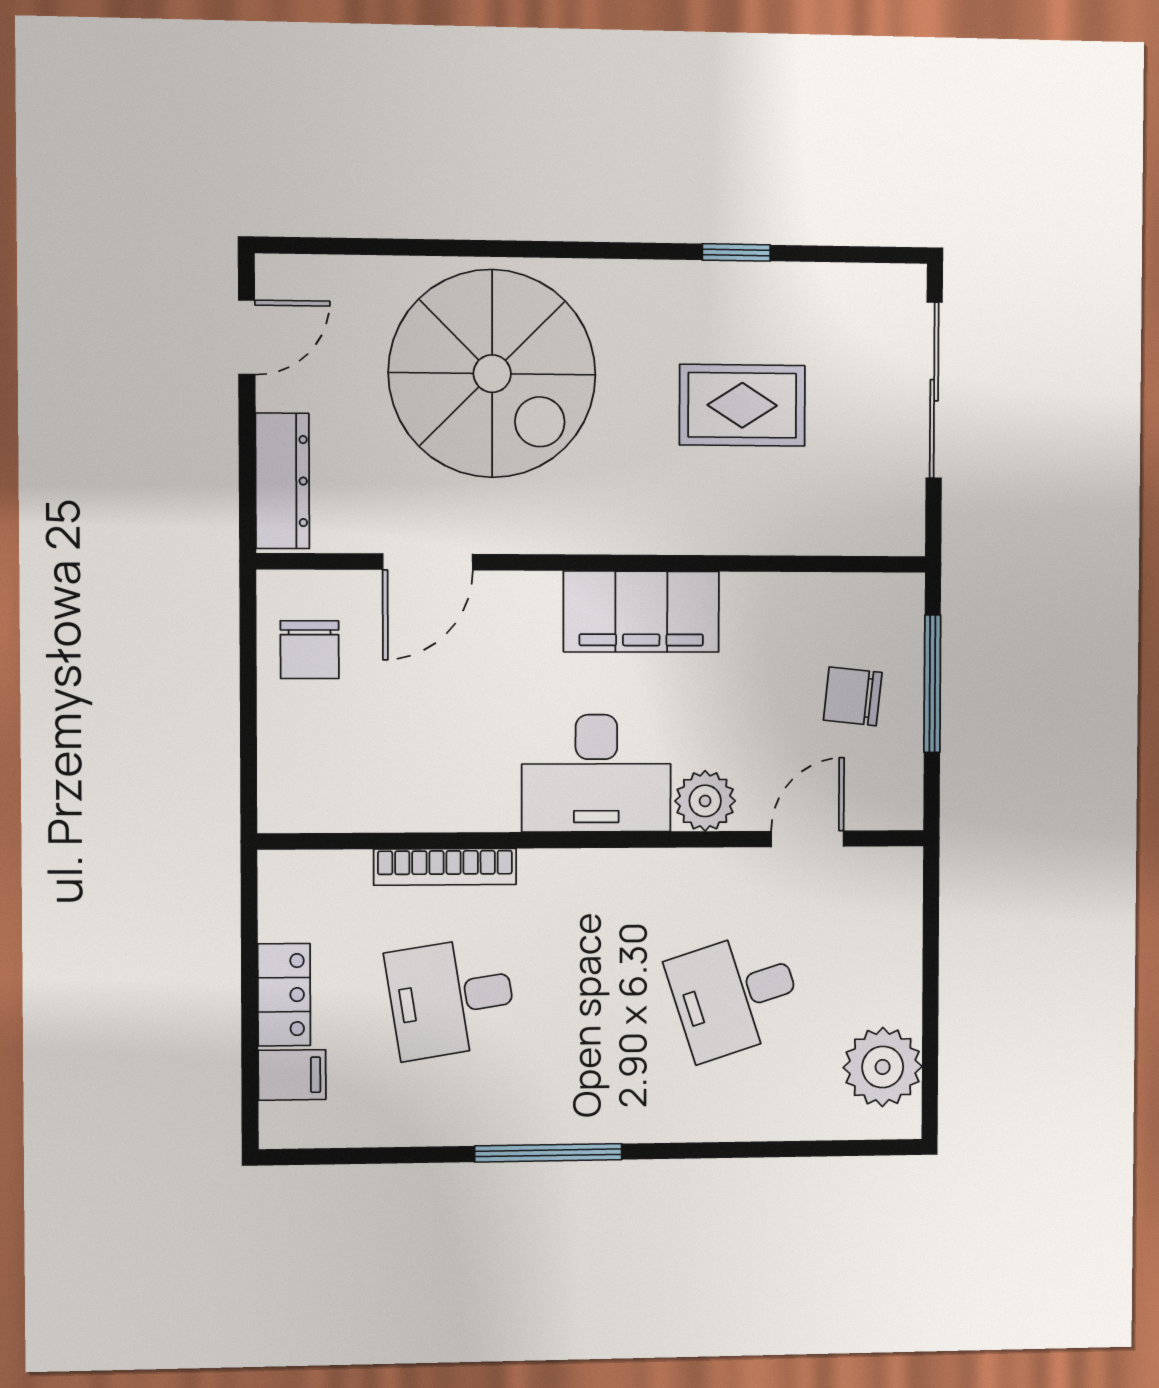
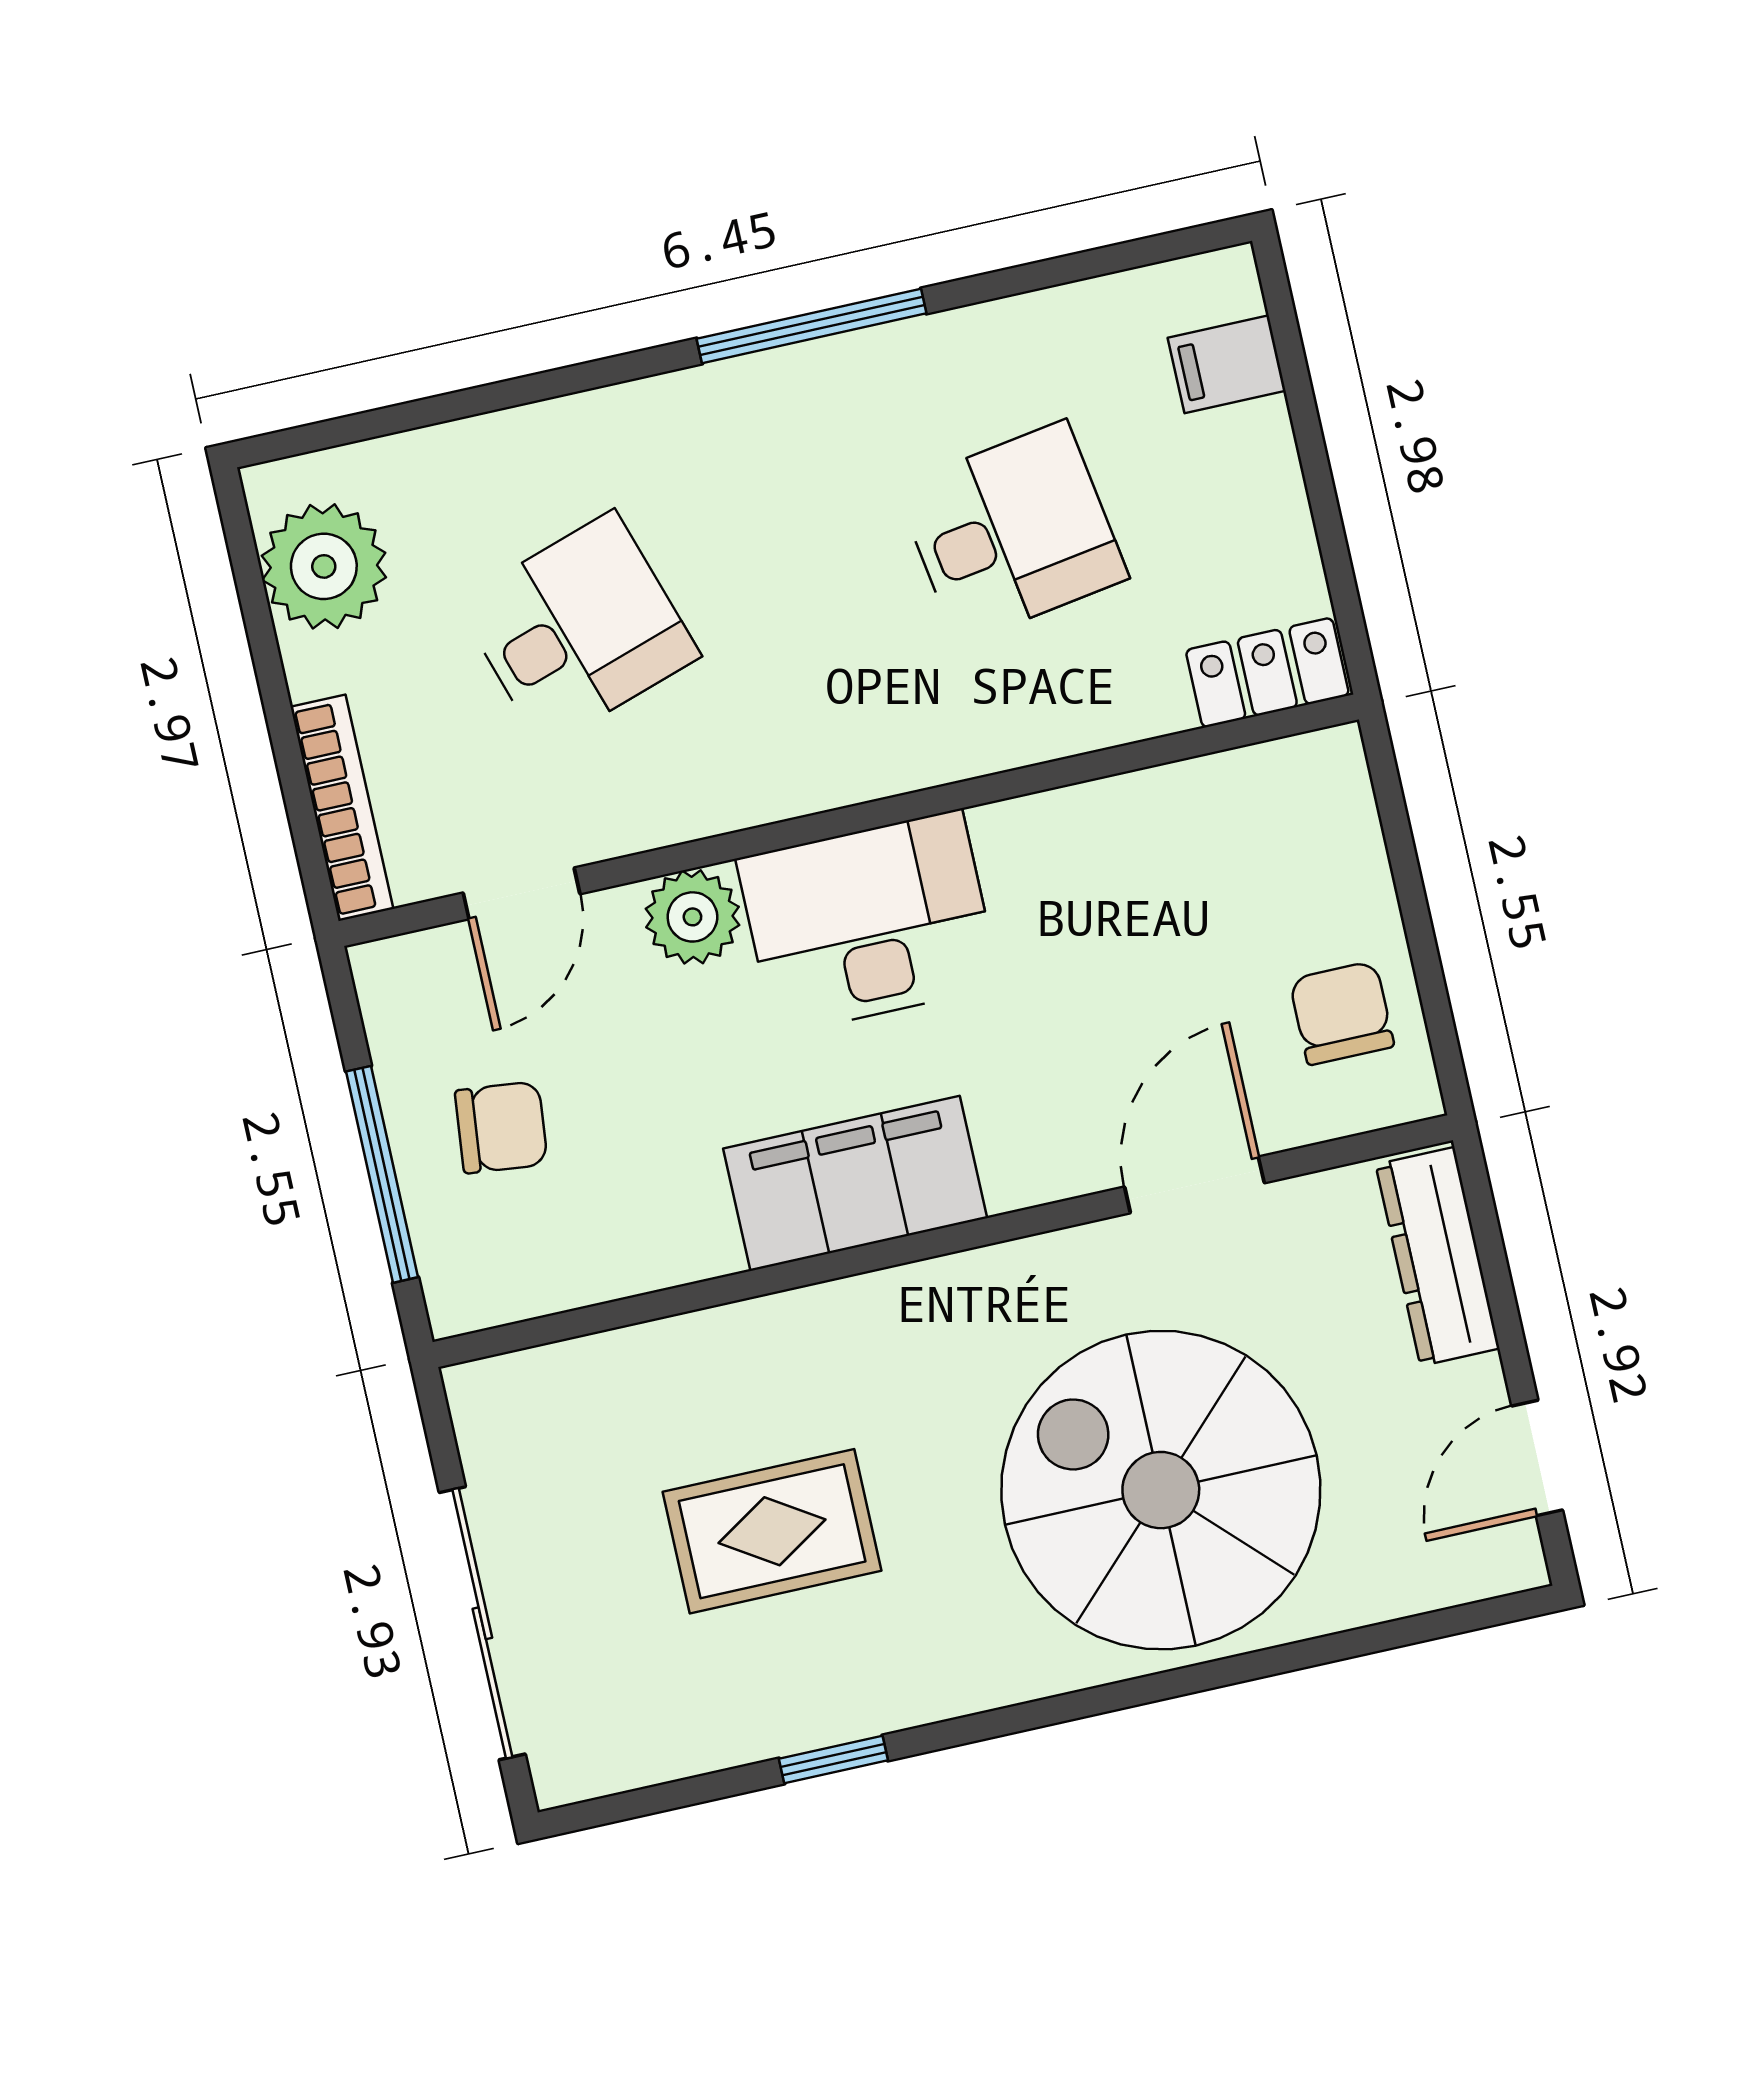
bookcase: (445, 867) -> (342, 808), moved, turned 90
locker: (284, 995) -> (1267, 673), moved, turned 90

